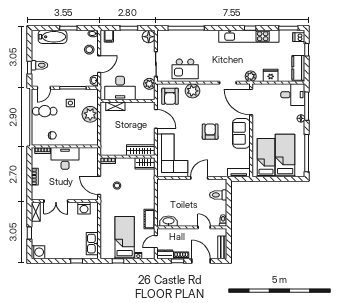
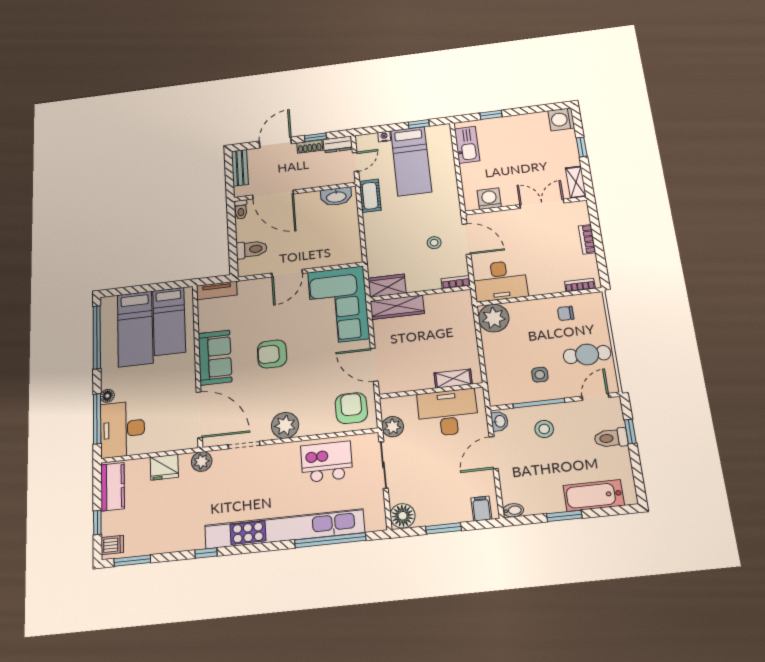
kitchen unit: (249, 36) -> (284, 529), moved, width x1.36
stool: (89, 50) -> (544, 429), moved
plant: (192, 91) -> (285, 425), moved
desk: (293, 95) -> (122, 429), width x1.37
plant: (90, 114) -> (494, 318), moved
armchair: (210, 132) -> (272, 354), turned 90
desk: (65, 158) -> (500, 281), moved
door: (204, 227) -> (273, 195), width x1.87
door: (201, 261) -> (275, 142), swing flipped

